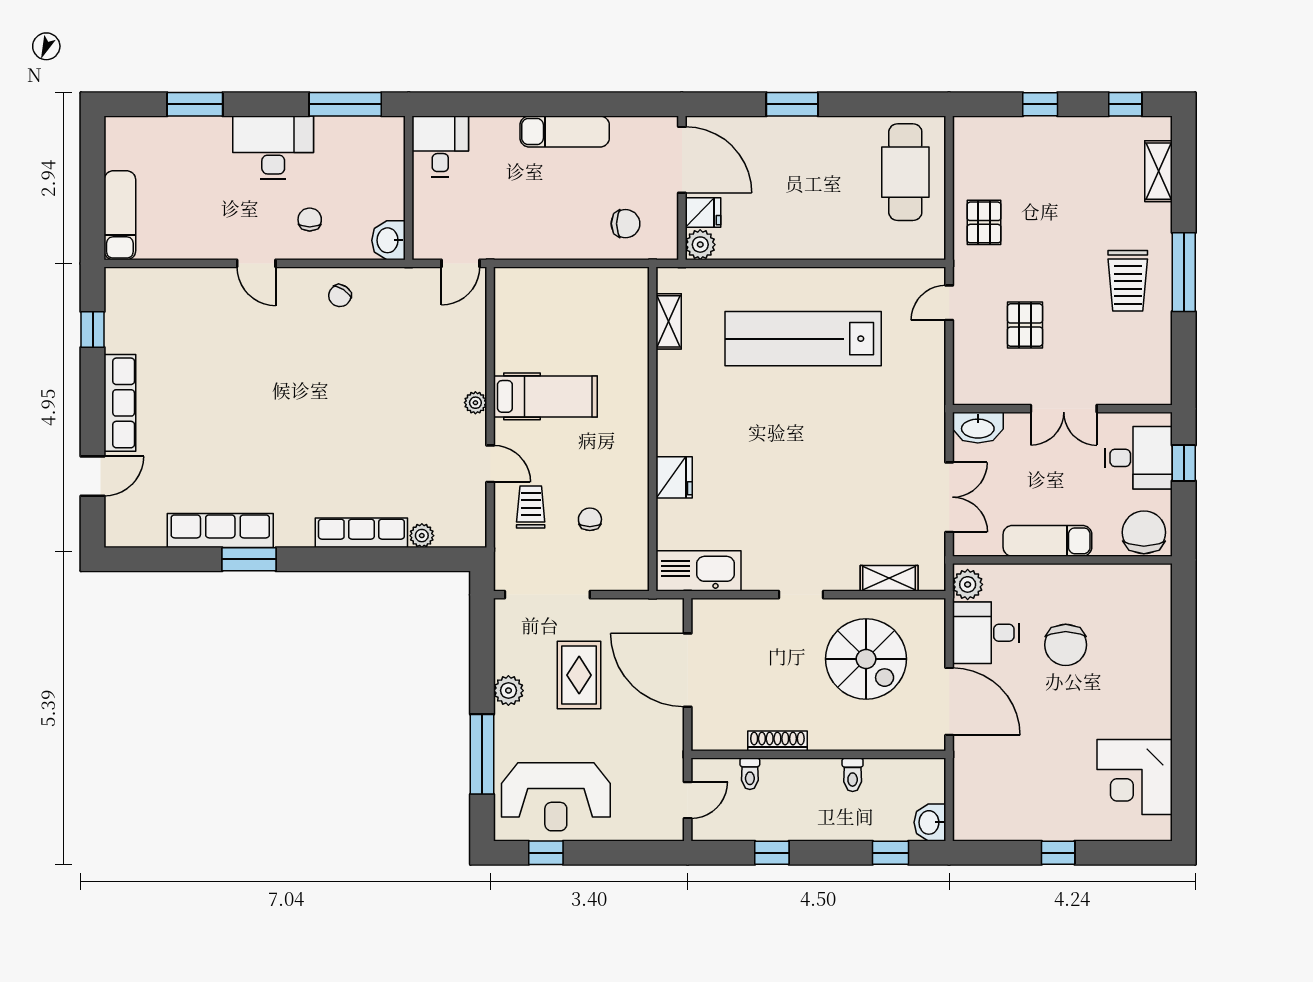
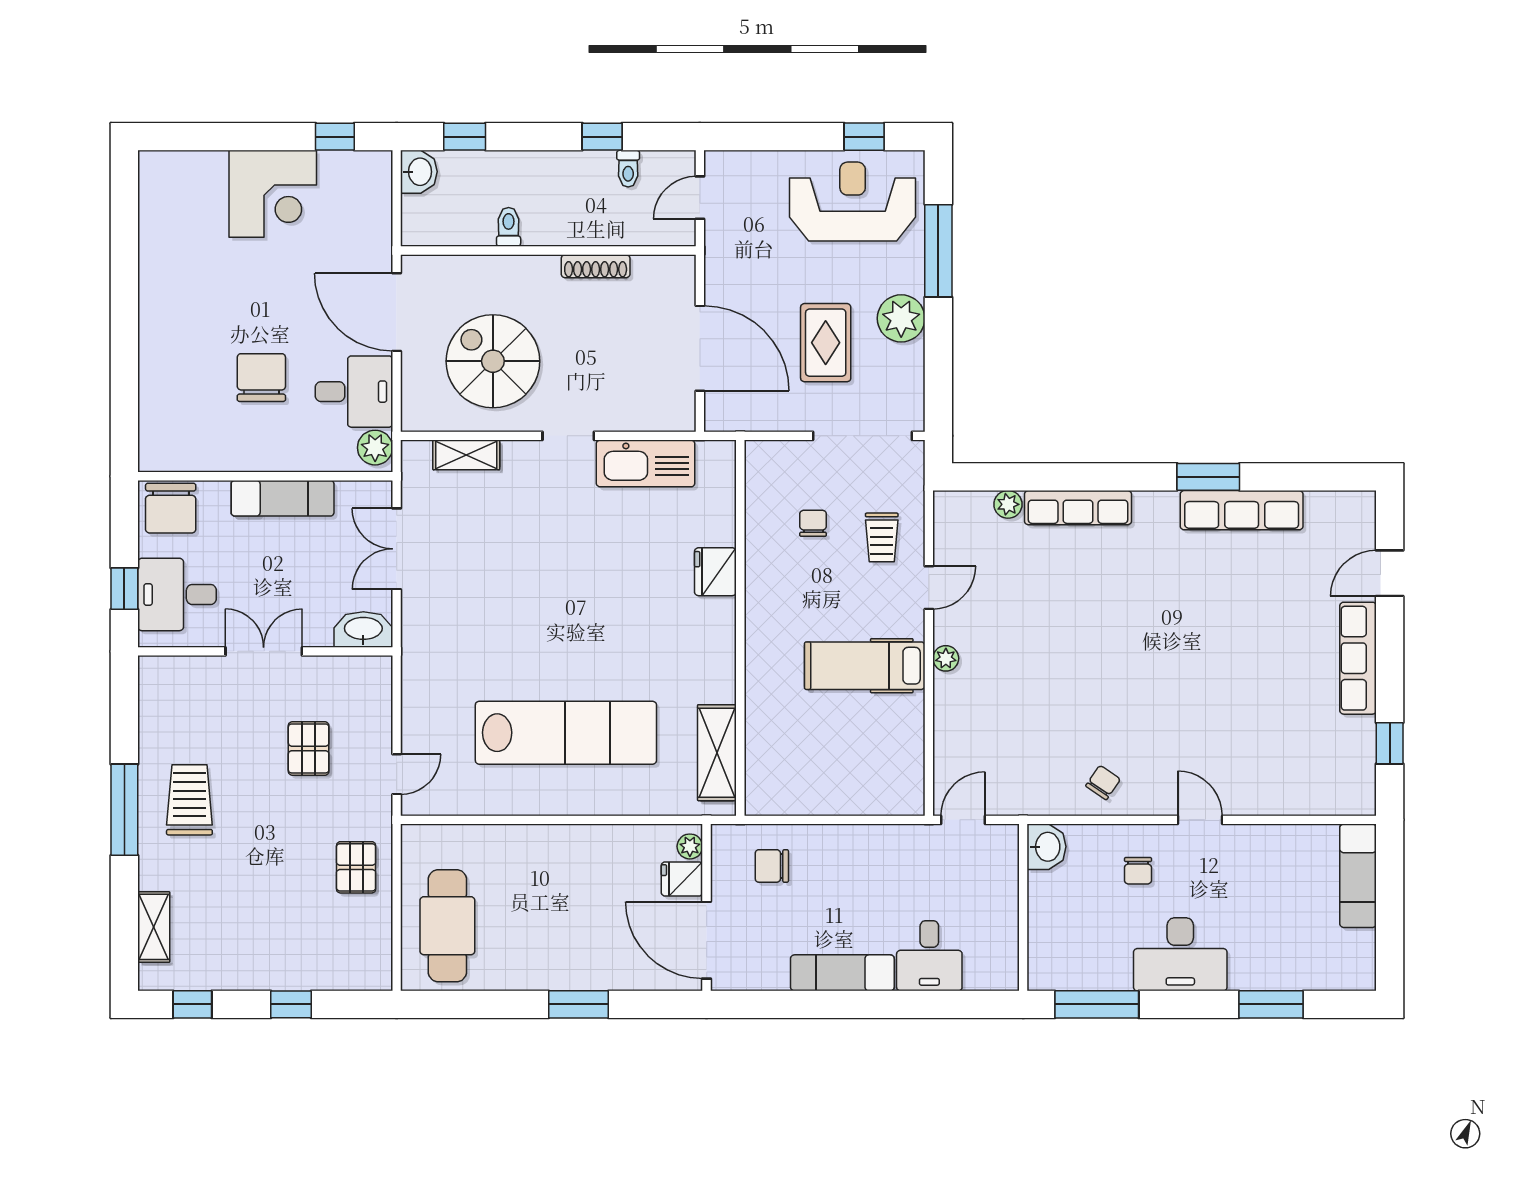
desk: (440, 146) -> (929, 956), moved
plant: (700, 245) -> (690, 846), width x0.73, depth x0.73
shelving: (669, 321) -> (717, 753), width x1.50, depth x1.33
door: (490, 464) -> (929, 588), swing flipped
chair: (590, 519) -> (813, 523), turned 180
kitchen sink: (699, 571) -> (646, 463), moved
plant: (508, 691) -> (901, 318), width x1.36, depth x1.36
toilet: (750, 774) -> (628, 169), moved, turned 180
corner desk: (1135, 777) -> (273, 194), moved, turned 90
window: (1058, 853) -> (335, 137), moved

